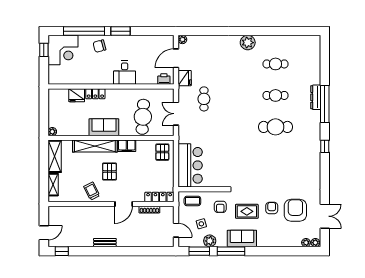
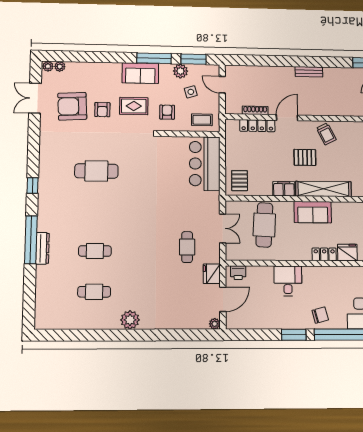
cafe table: (276, 127) -> (96, 171), moved
pallet: (109, 172) -> (305, 157), turned 90
locker: (159, 197) -> (257, 126), moved
armchair: (295, 210) -> (72, 106), turned 87

